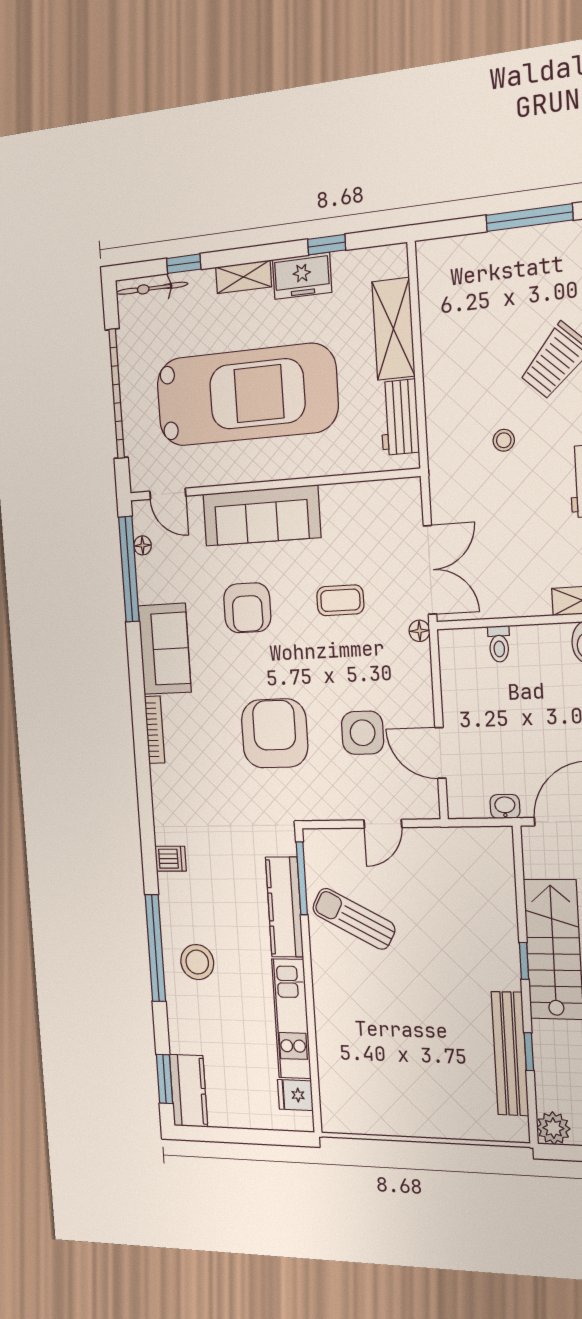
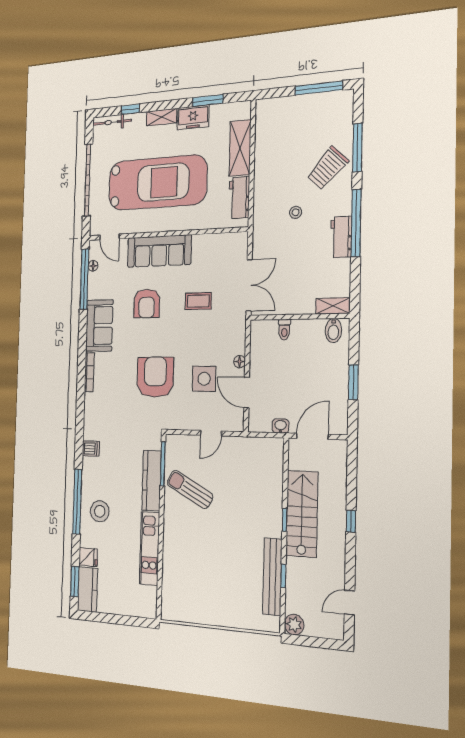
window: (327, 245) -> (208, 100), width x1.50
floor lamp: (419, 631) -> (240, 362), moved
fridge: (295, 1095) -> (88, 557), moved, turned 180

